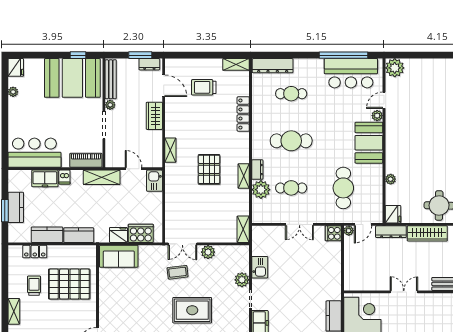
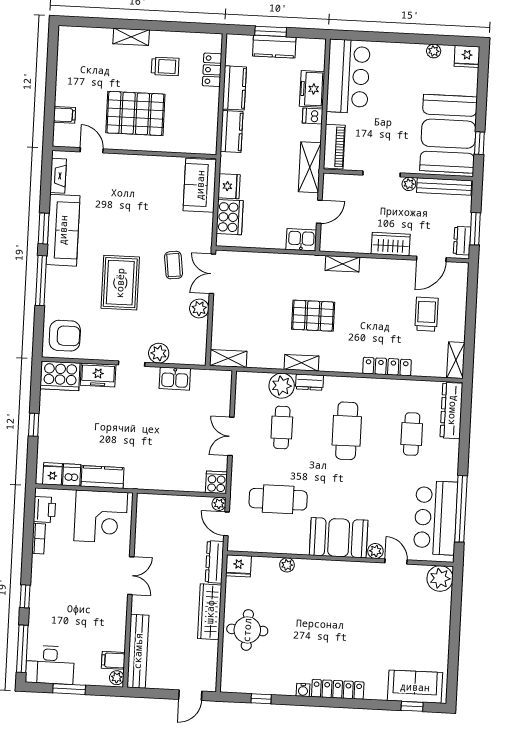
pallet: (69, 284) -> (135, 113), moved, turned 90

